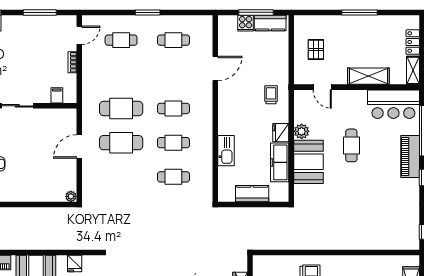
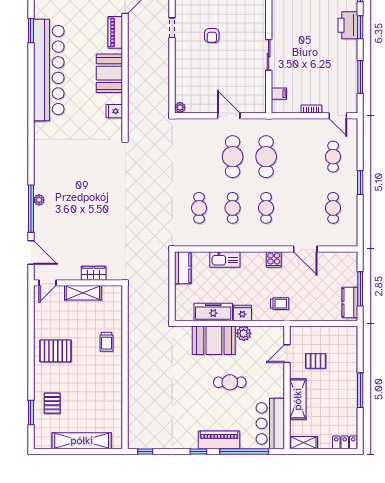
cooker: (246, 23) -> (274, 259), moved, turned -90
locker: (413, 42) -> (345, 442), moved
pallet: (316, 50) -> (316, 361), moved
kitchen counter: (252, 194) -> (183, 268), moved

